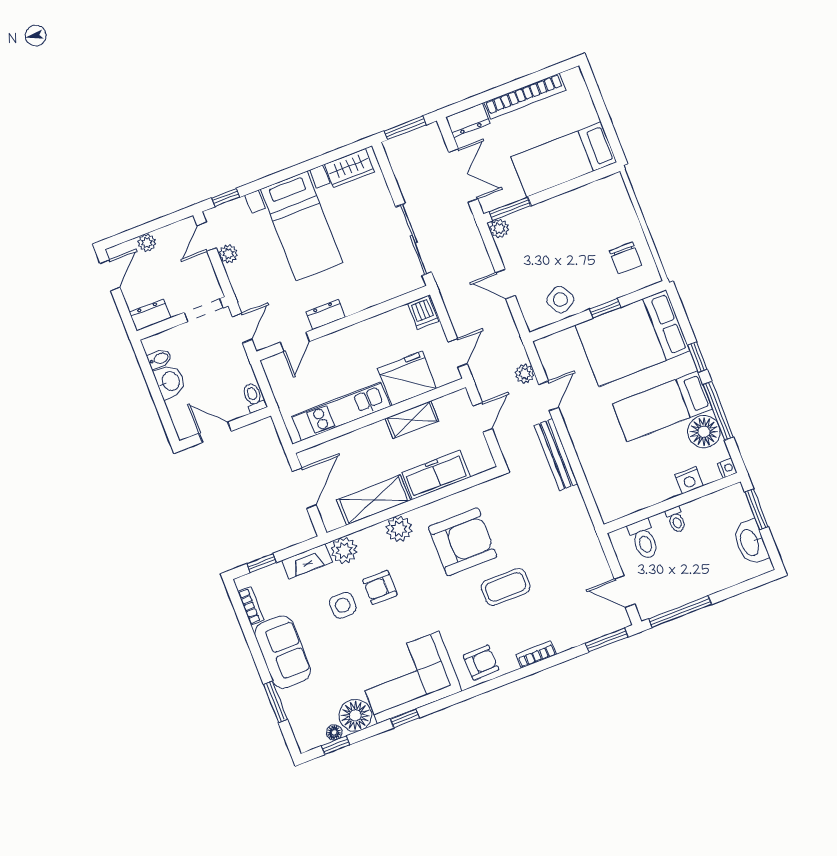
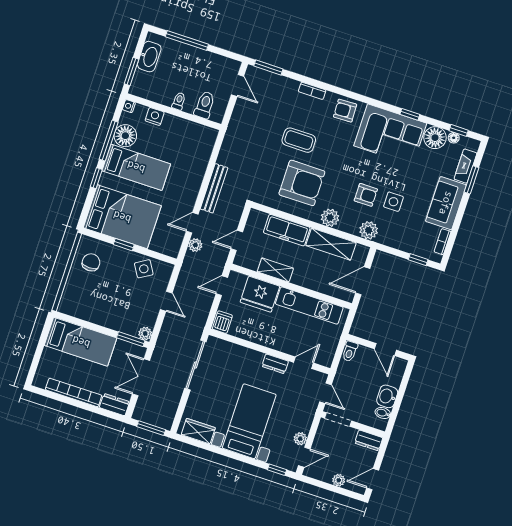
door: (242, 328) -> (325, 393), swing flipped
armchair: (463, 542) -> (302, 183), turned 180
fireplace: (307, 561) -> (465, 166), moved, turned -90
window: (680, 612) -> (187, 41), moved

